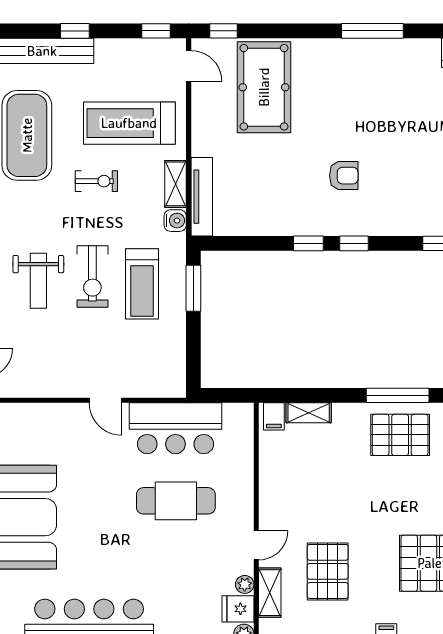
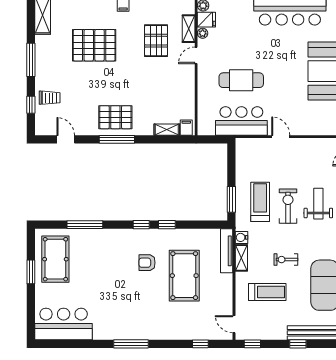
window: (223, 31) -> (200, 344), moved
pool table: (264, 87) -> (184, 276), moved
treadmill: (129, 123) -> (267, 292), width x0.73, depth x0.73

